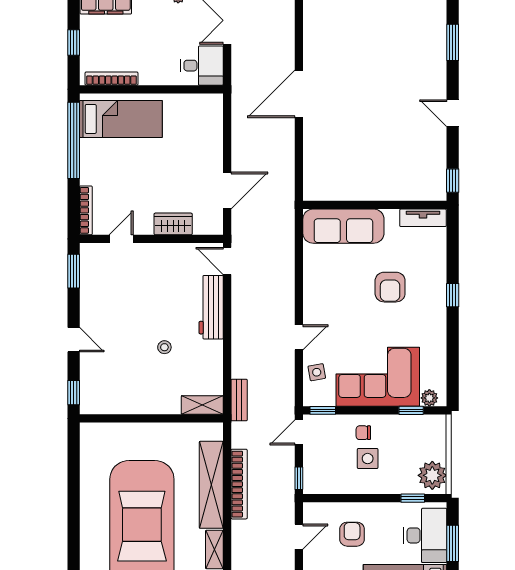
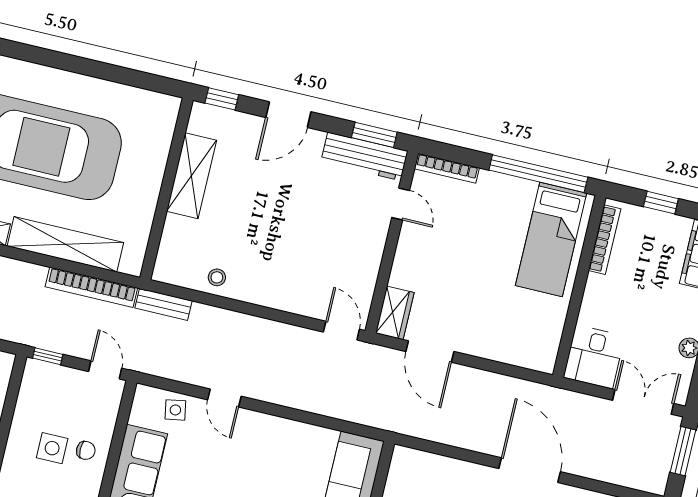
wardrobe: (173, 224) -> (395, 313), moved
door: (227, 261) -> (341, 331), hinge flipped
workbench: (211, 307) -> (364, 156), moved, turned 180
door: (74, 340) -> (288, 115), width x1.38
stool: (164, 347) -> (217, 277), moved
shelving: (202, 405) -> (191, 176), moved, width x1.50, depth x1.33
window: (323, 410) -> (126, 406), removed
chair: (363, 433) -> (86, 450), turned 90
bookcase: (239, 484) -> (91, 287), moved

